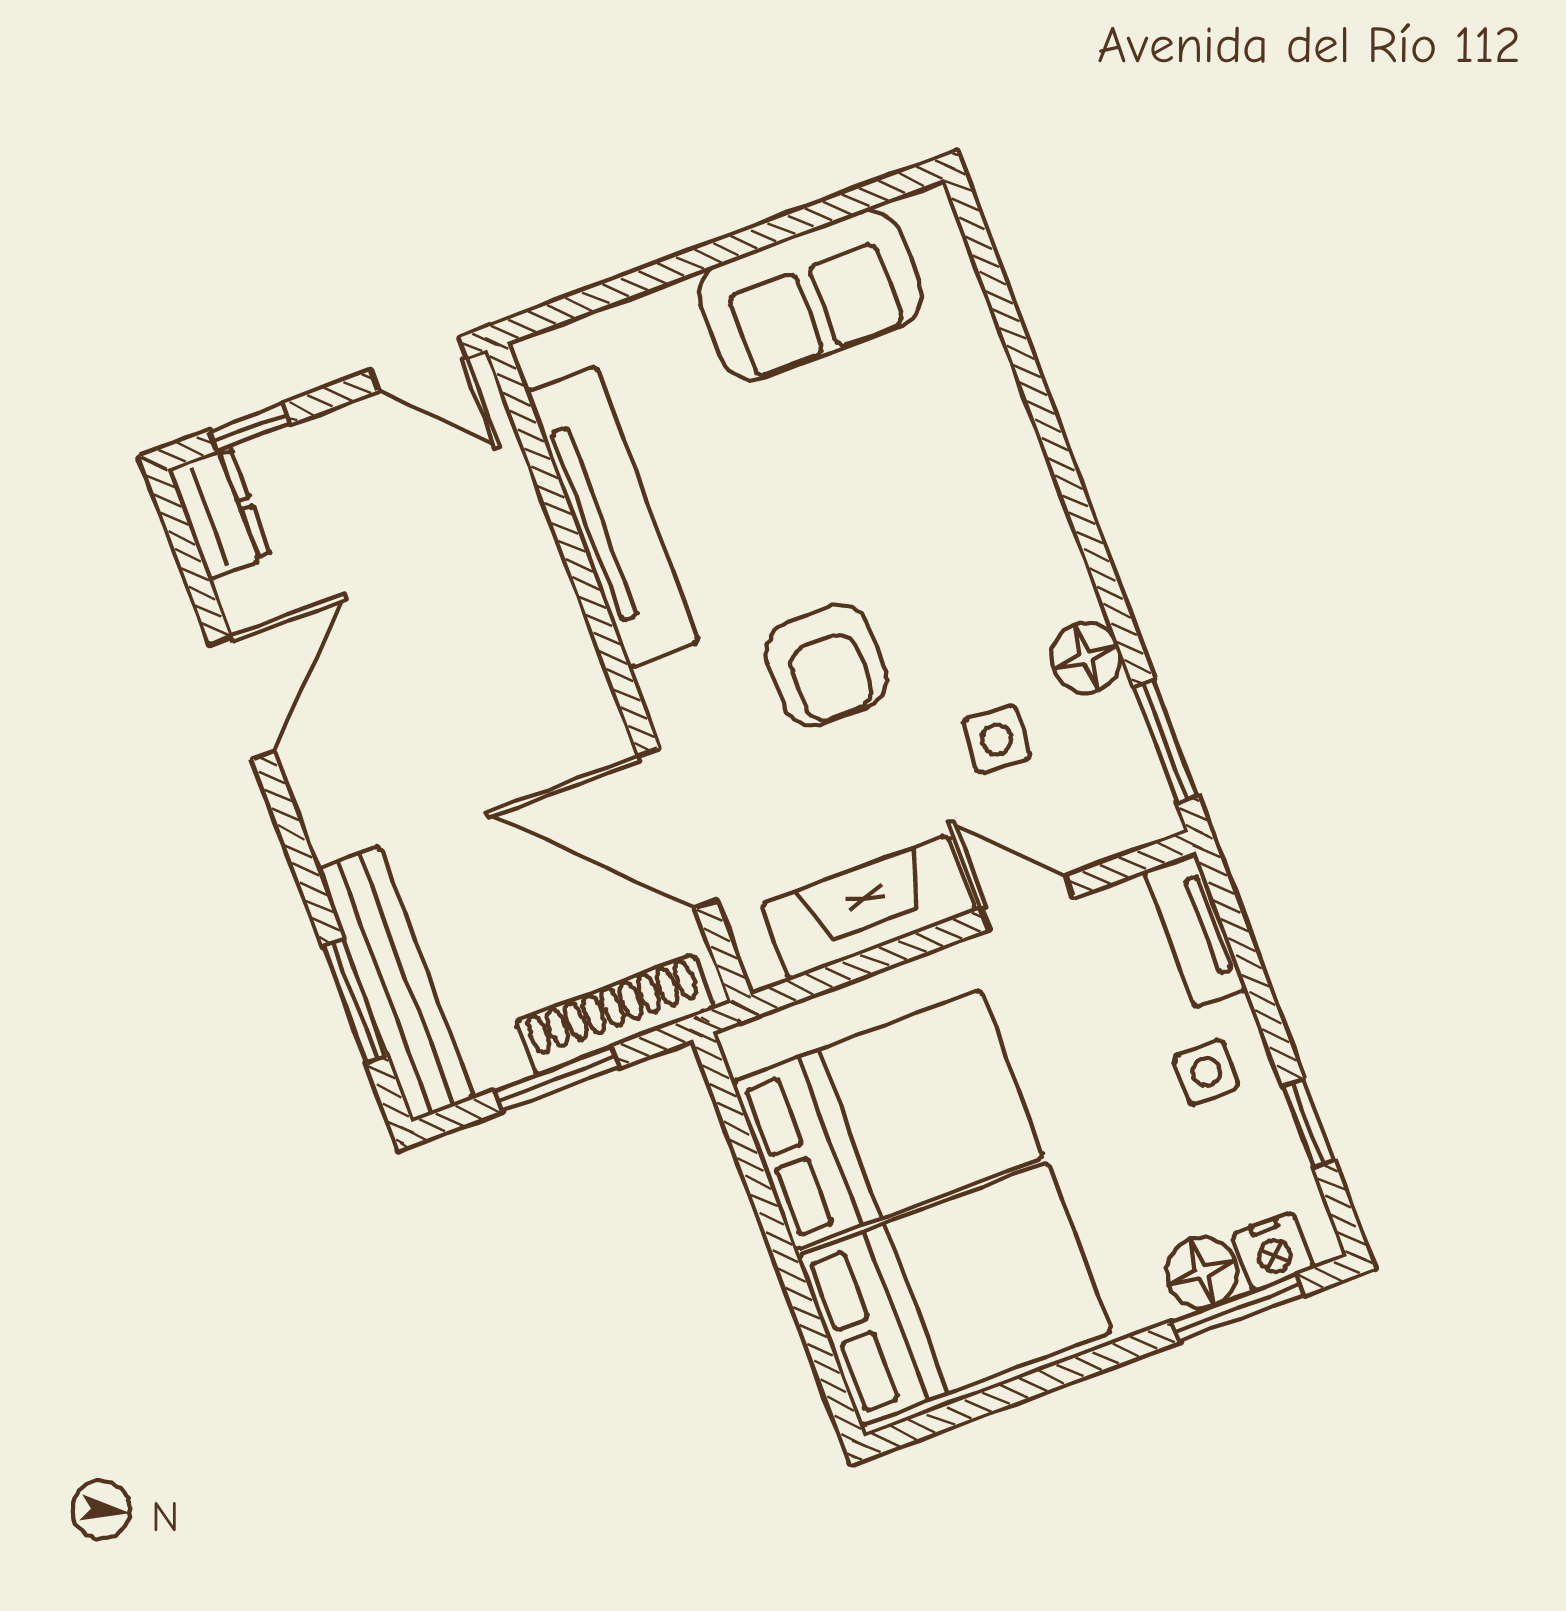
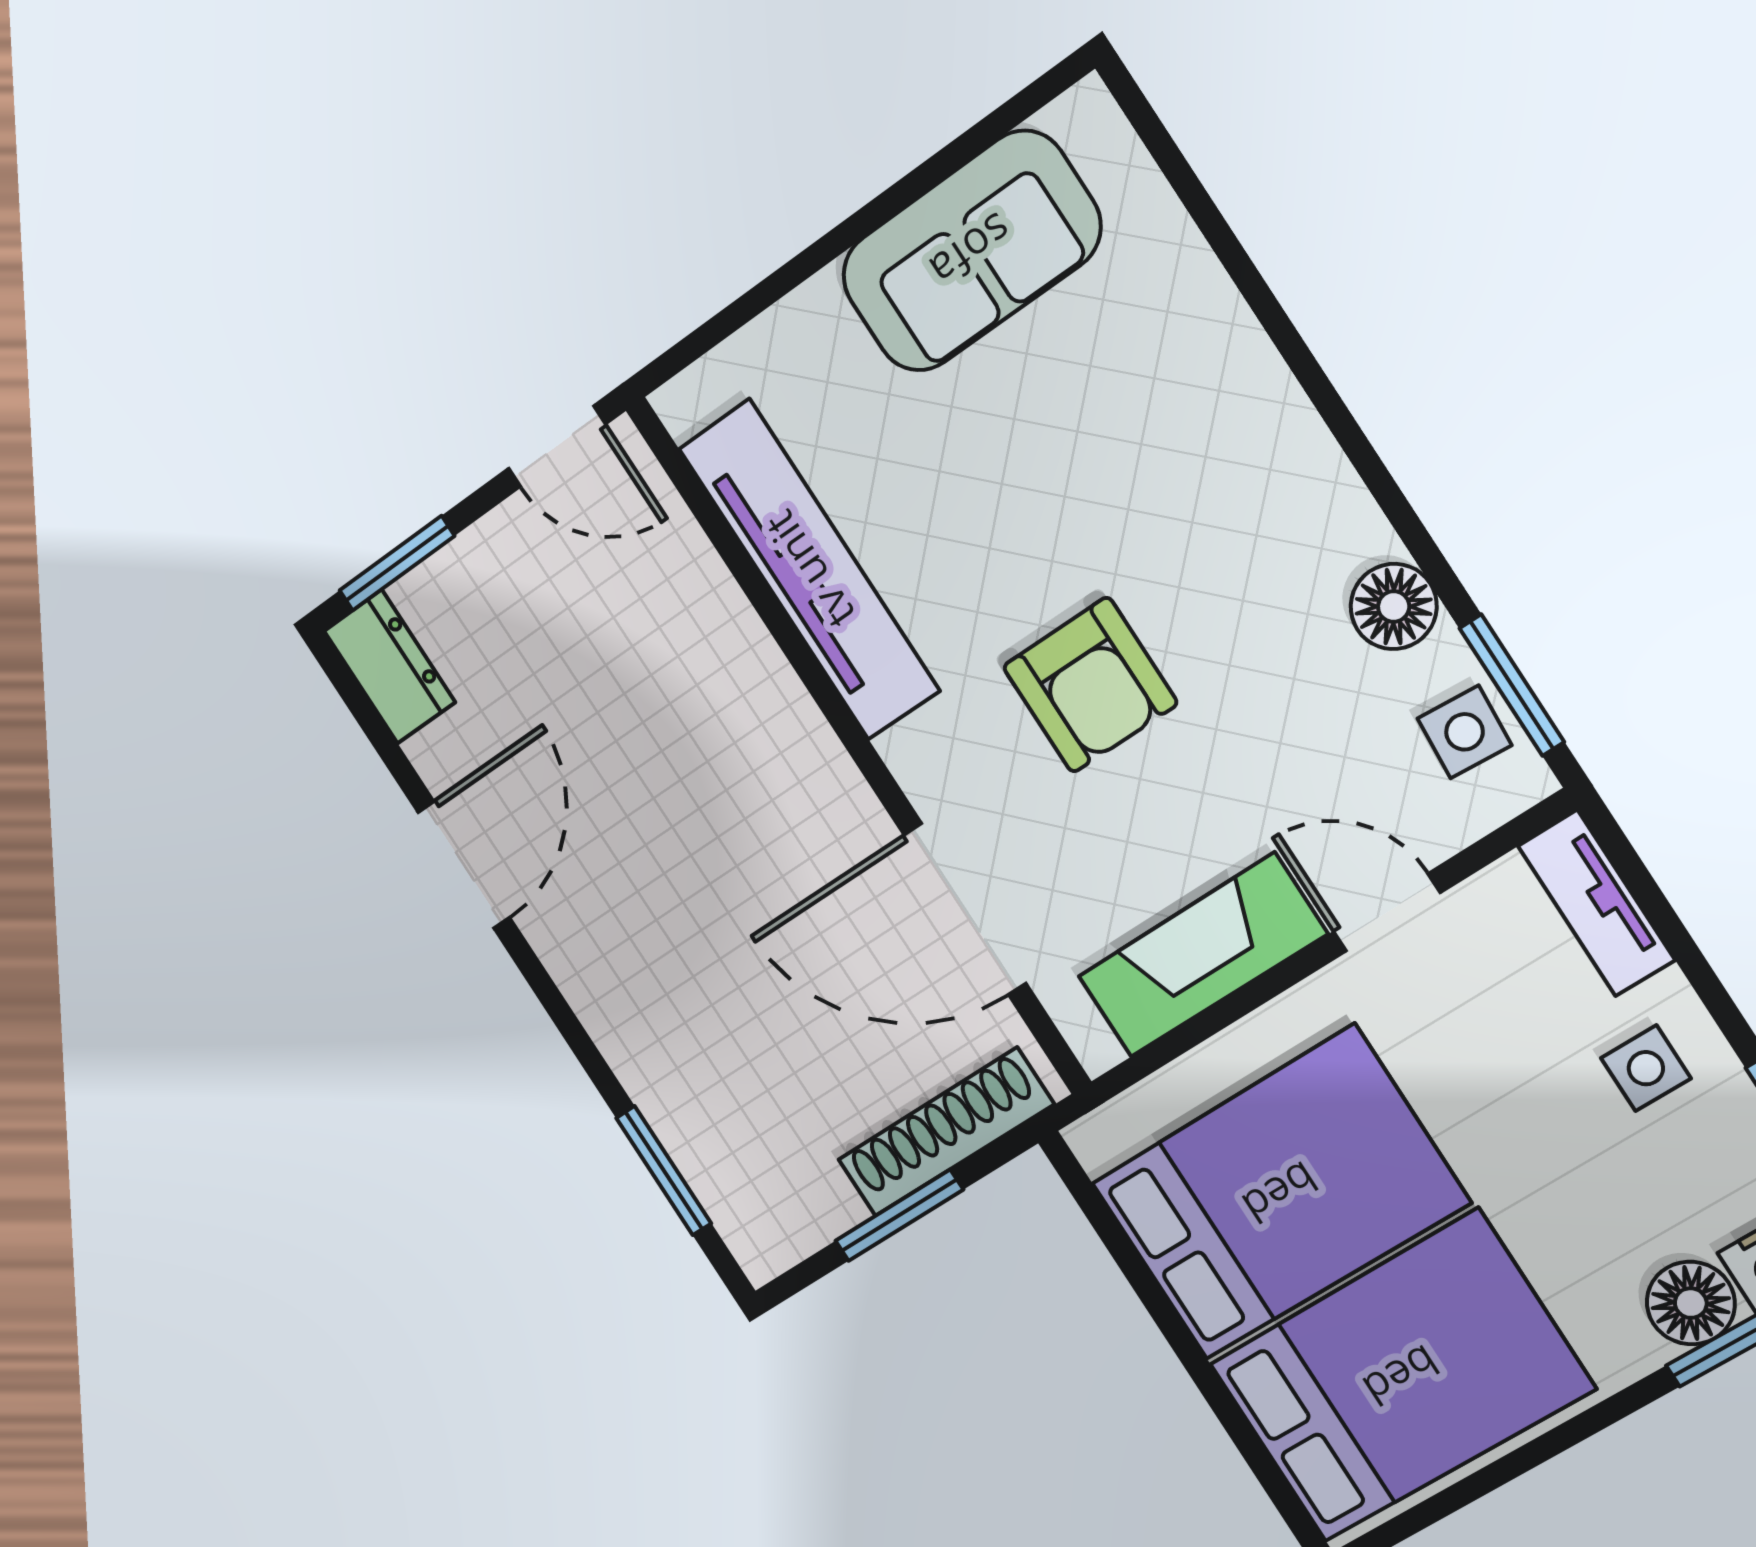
window: (250, 427) -> (397, 563), width x1.50
side table: (997, 739) -> (1465, 732), moved
bench: (396, 984) -> (702, 1144), removed

